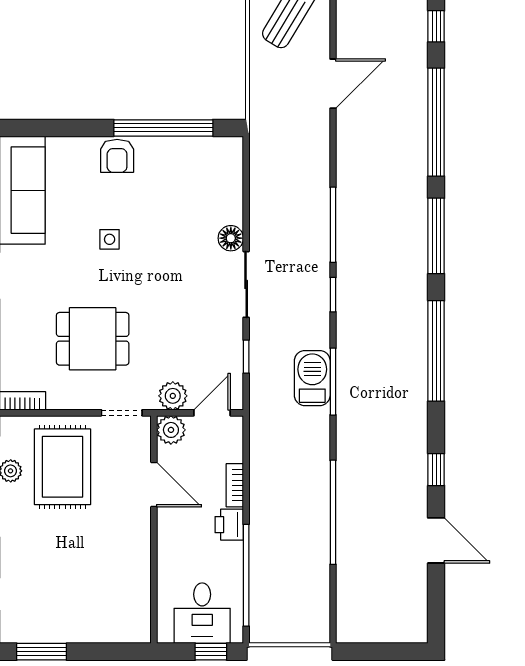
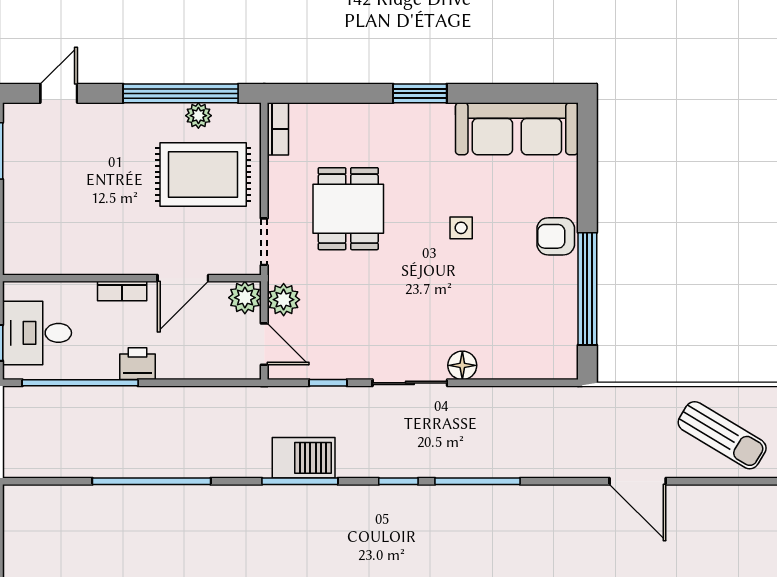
bookcase: (235, 485) -> (122, 291), moved, turned 180

